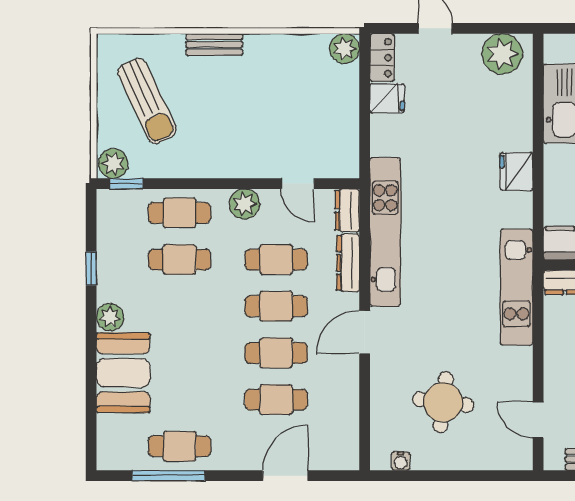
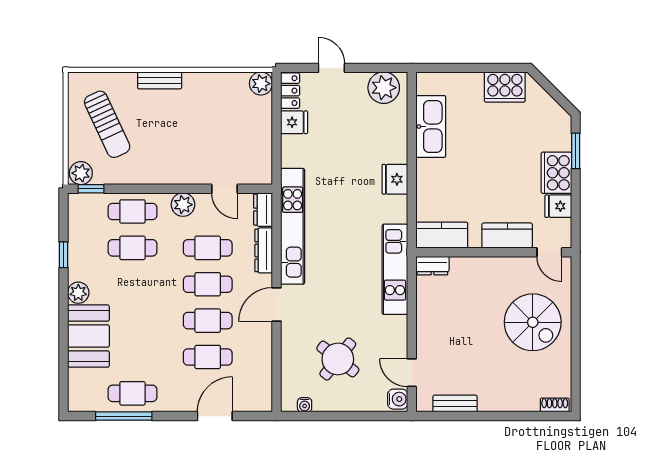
round table: (443, 402) -> (338, 359), turned 31
water cooler: (520, 454) -> (398, 399), added

